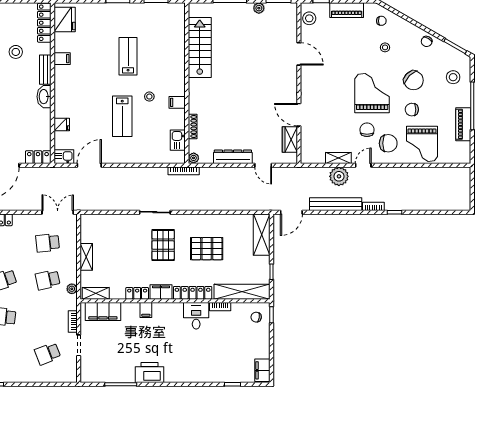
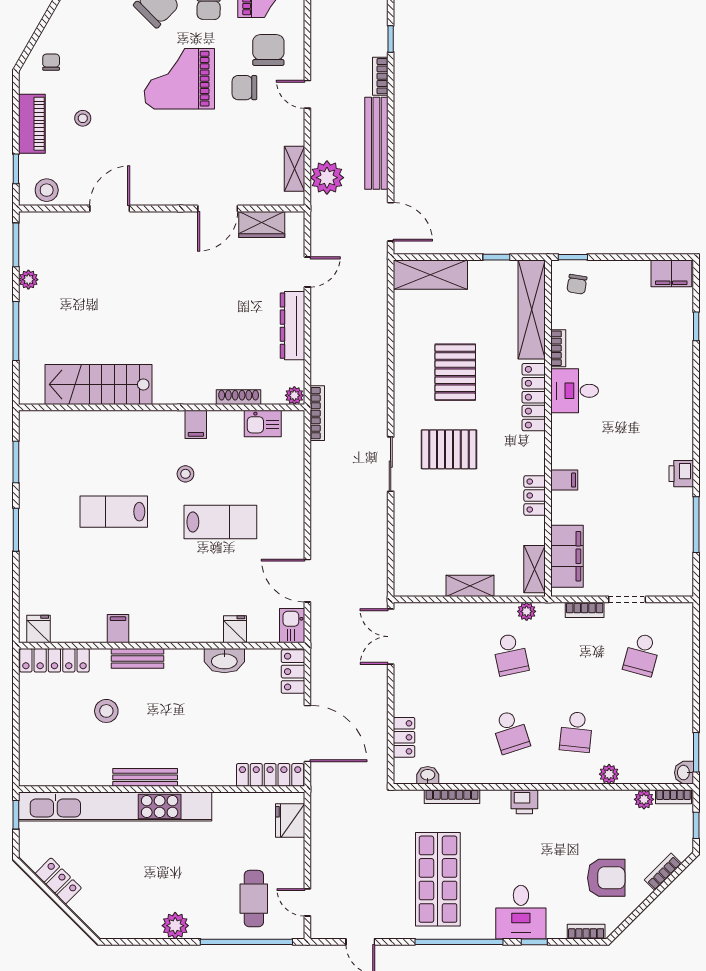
fridge: (65, 20) -> (38, 629), width x0.53, depth x0.75
stool: (385, 47) -> (83, 118), moved
washbasin: (44, 97) -> (224, 661), moved
shelving: (338, 158) -> (294, 169), moved
plant: (339, 176) -> (327, 178), moved
school desk: (48, 243) -> (445, 654), removed
filing cabinet: (161, 292) -> (532, 453), removed
school desk: (48, 354) -> (642, 654), turned 36
printer: (149, 373) -> (681, 474), width x0.53, depth x0.68

